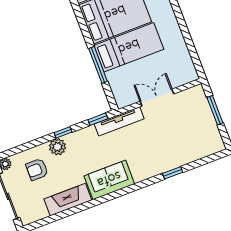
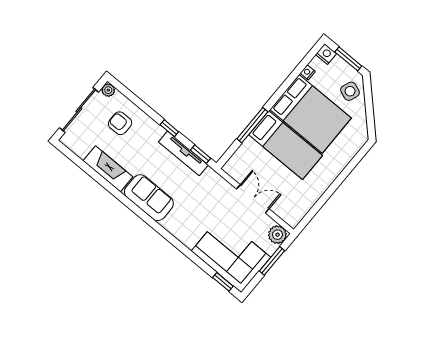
tv unit: (119, 121) -> (183, 153), moved
corner sofa: (191, 140) -> (231, 254), added
plant: (58, 147) -> (277, 235), moved
window: (173, 173) -> (223, 282), moved

